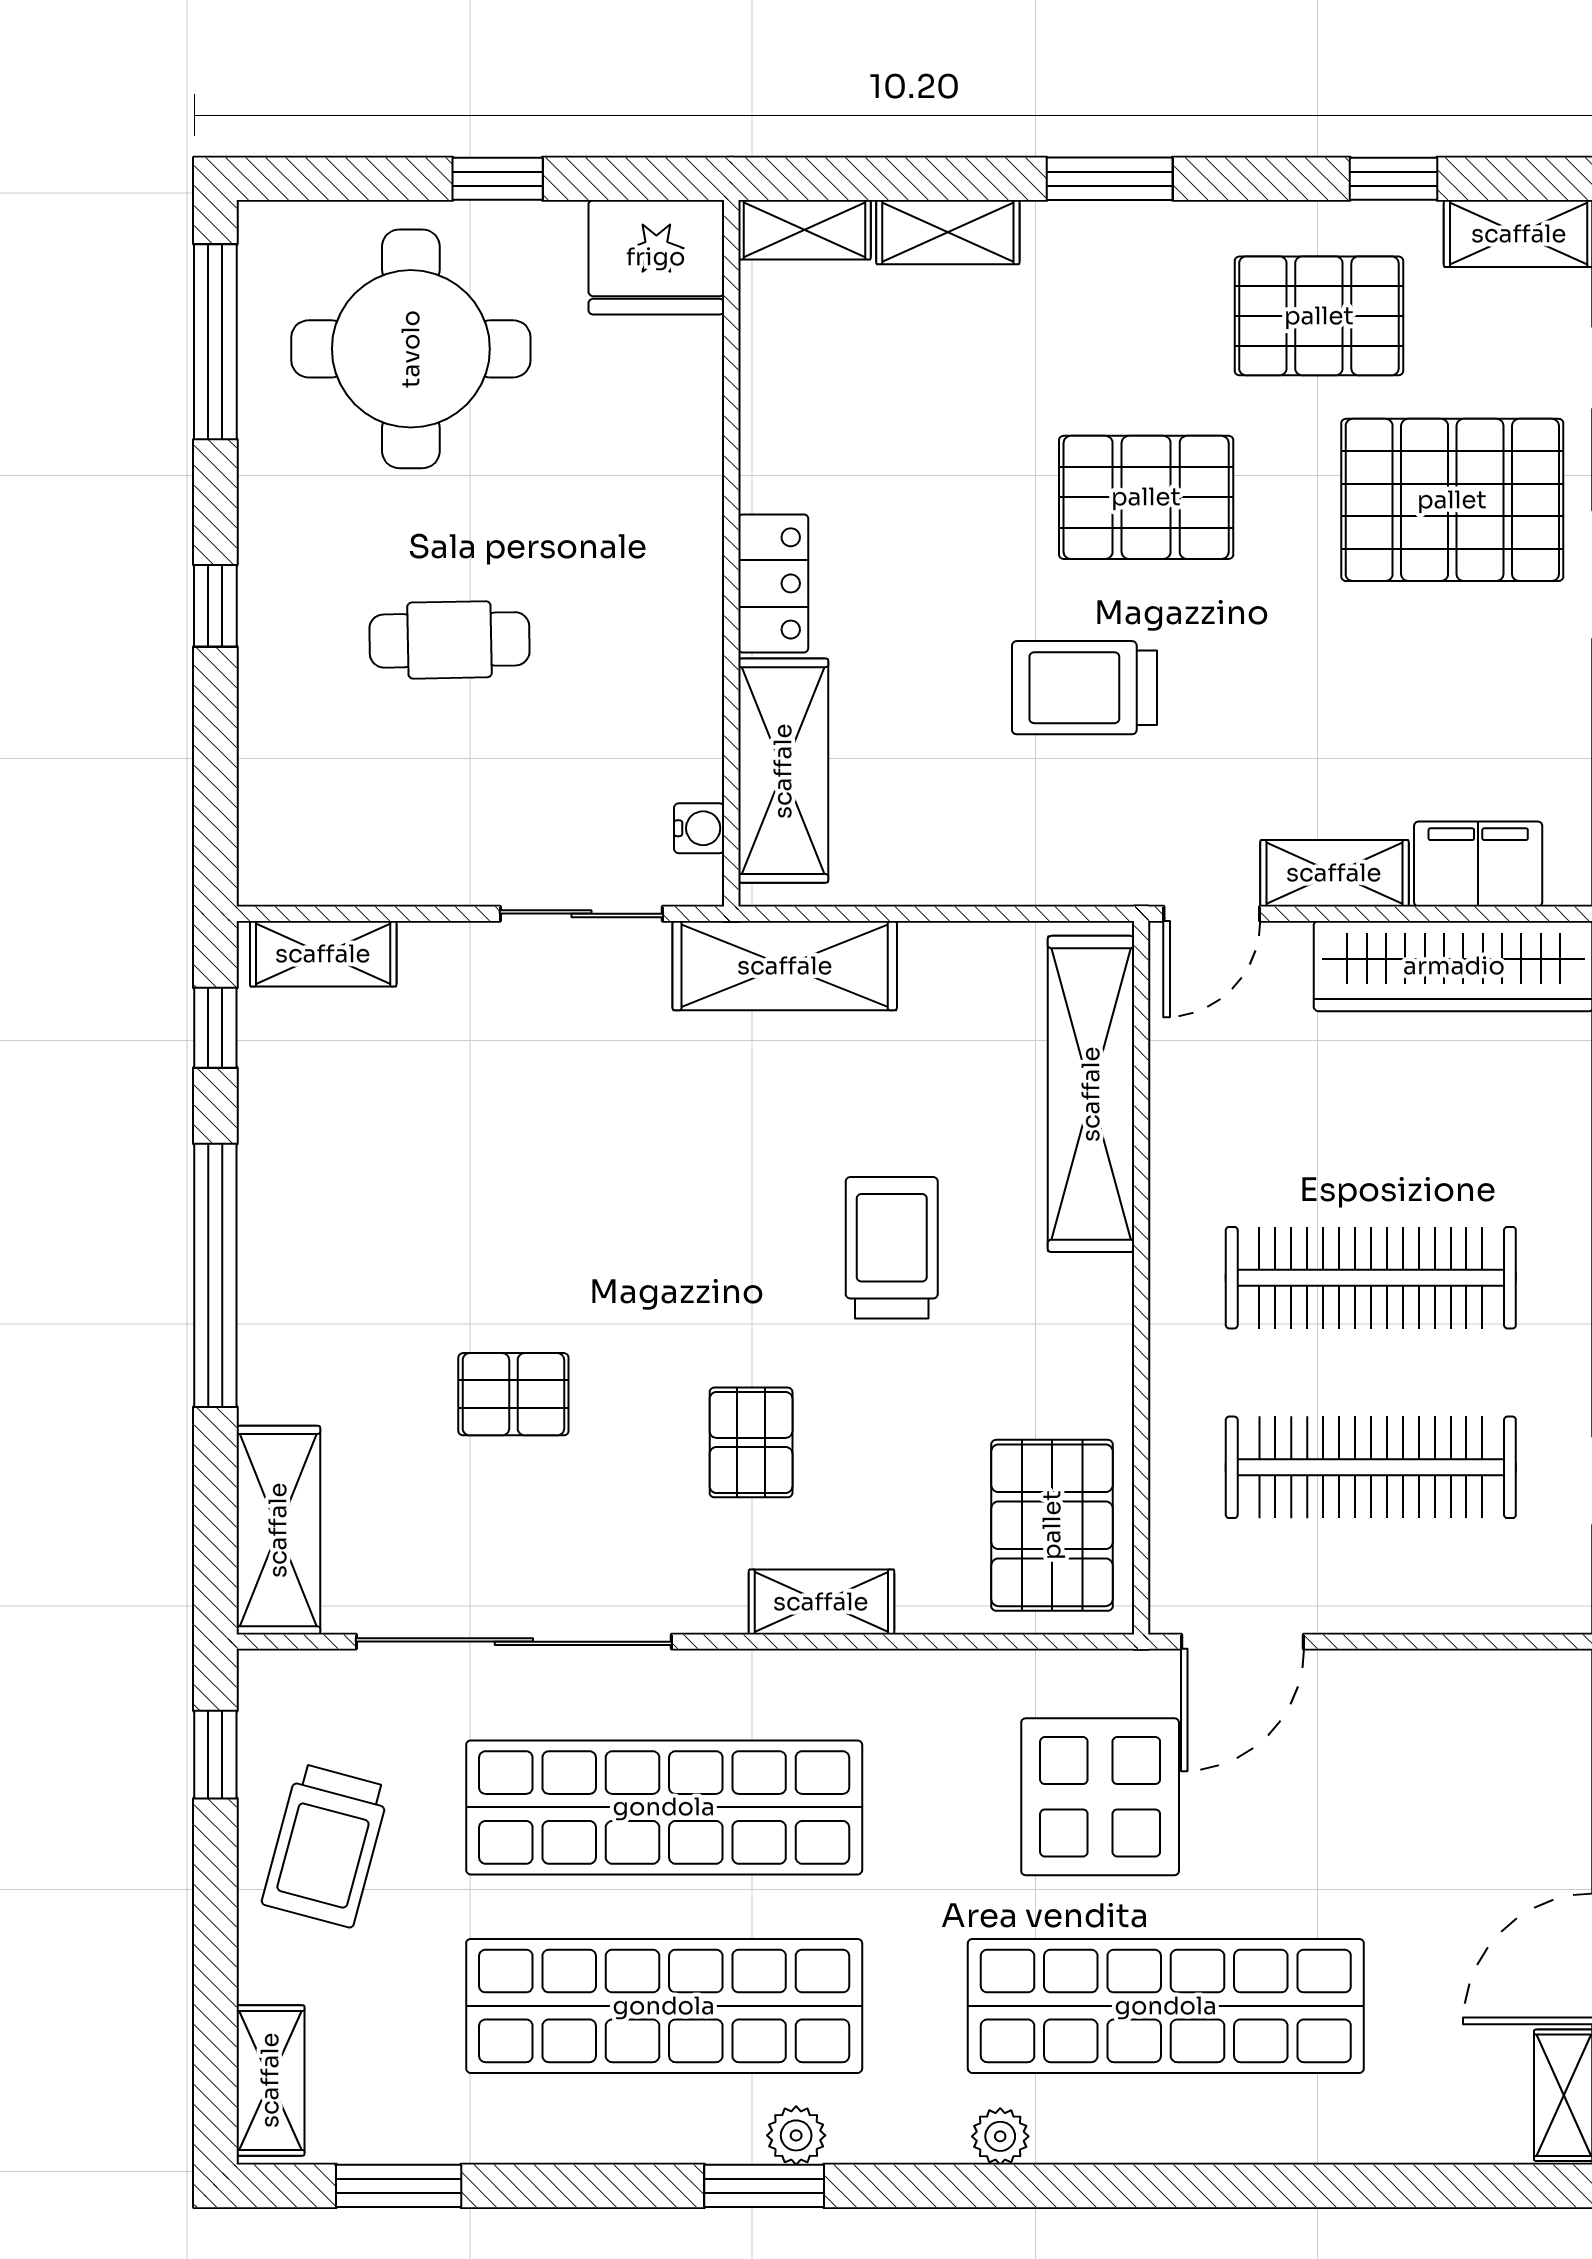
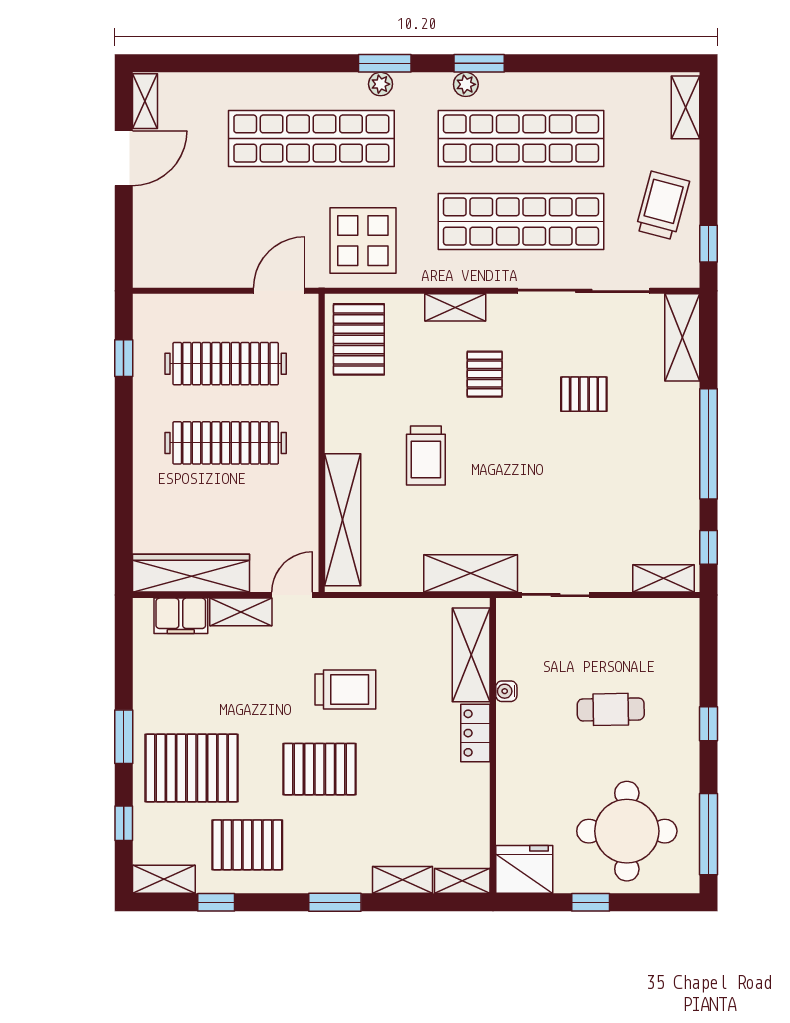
water cooler: (699, 828) -> (506, 691), moved
display table: (1100, 1797) -> (363, 241), moved
window: (399, 2186) -> (385, 63), moved

